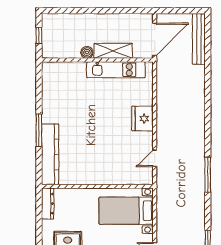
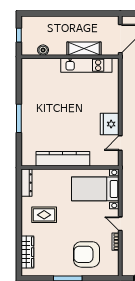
boiler: (87, 52) -> (43, 50), moved
fridge: (142, 119) -> (110, 124), moved
kitchen counter: (50, 154) -> (63, 159), moved, turned -90

